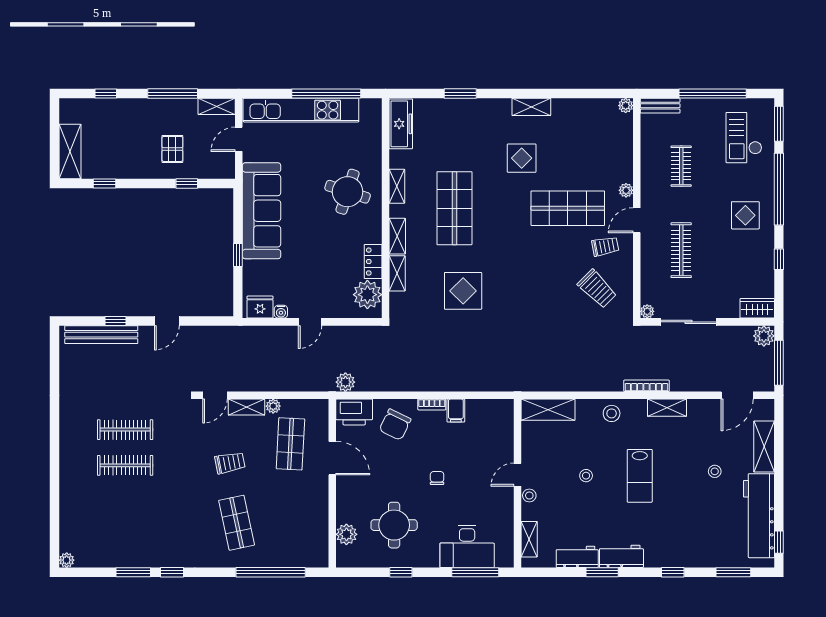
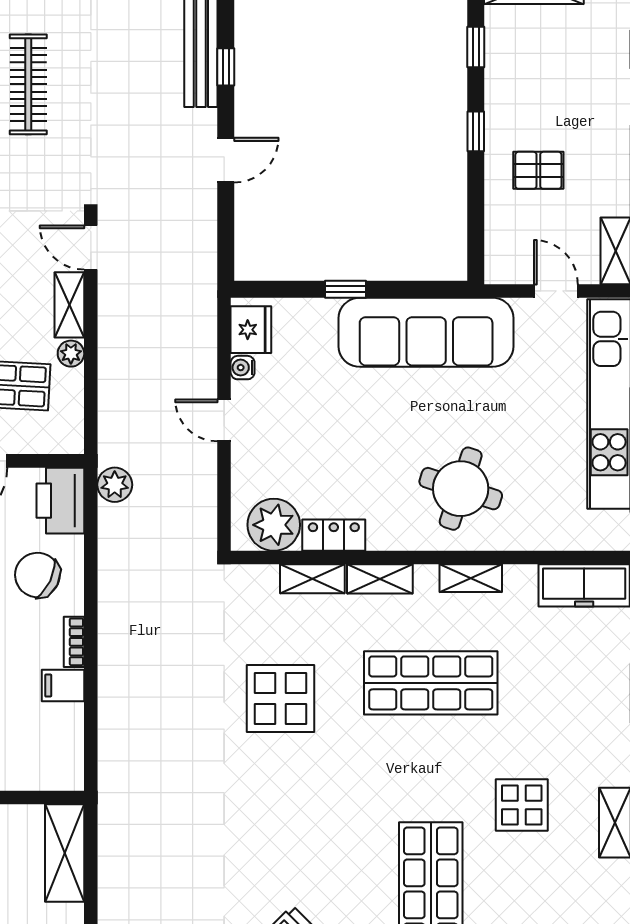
window: (187, 183) -> (476, 131), moved
door: (167, 321) -> (226, 160), swing flipped

